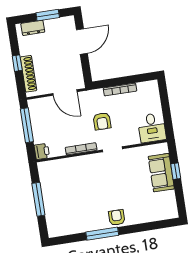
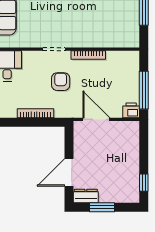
dresser: (33, 28) -> (86, 196), moved
window: (17, 63) -> (144, 183), moved
shoe rack: (28, 74) -> (133, 146), removed
printer: (42, 151) -> (131, 110), moved, turned 90

